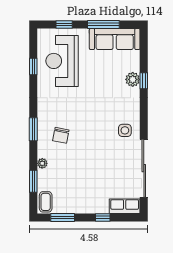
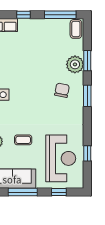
coffee table: (103, 81) -> (23, 140), added
plant: (42, 163) -> (75, 64), width x1.87, depth x1.87
window: (33, 181) -> (87, 61), moved
window: (63, 217) -> (60, 15), width x1.44

